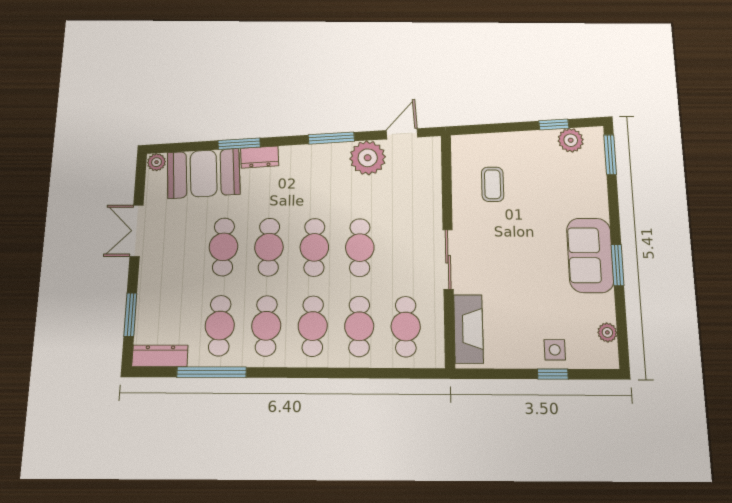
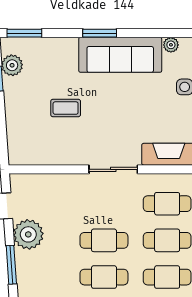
coffee table: (493, 184) -> (66, 108), moved
sofa: (590, 255) -> (120, 55), width x1.36
window: (618, 265) -> (100, 33), moved

